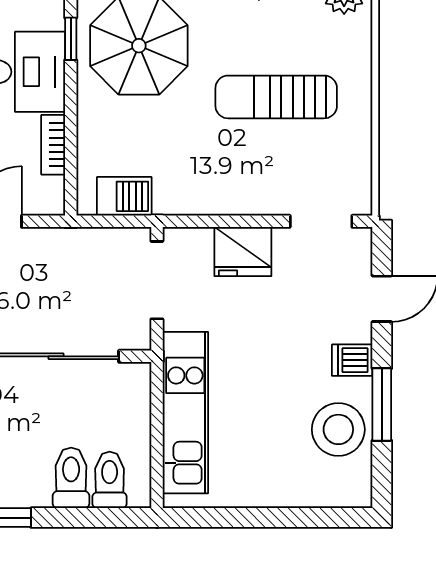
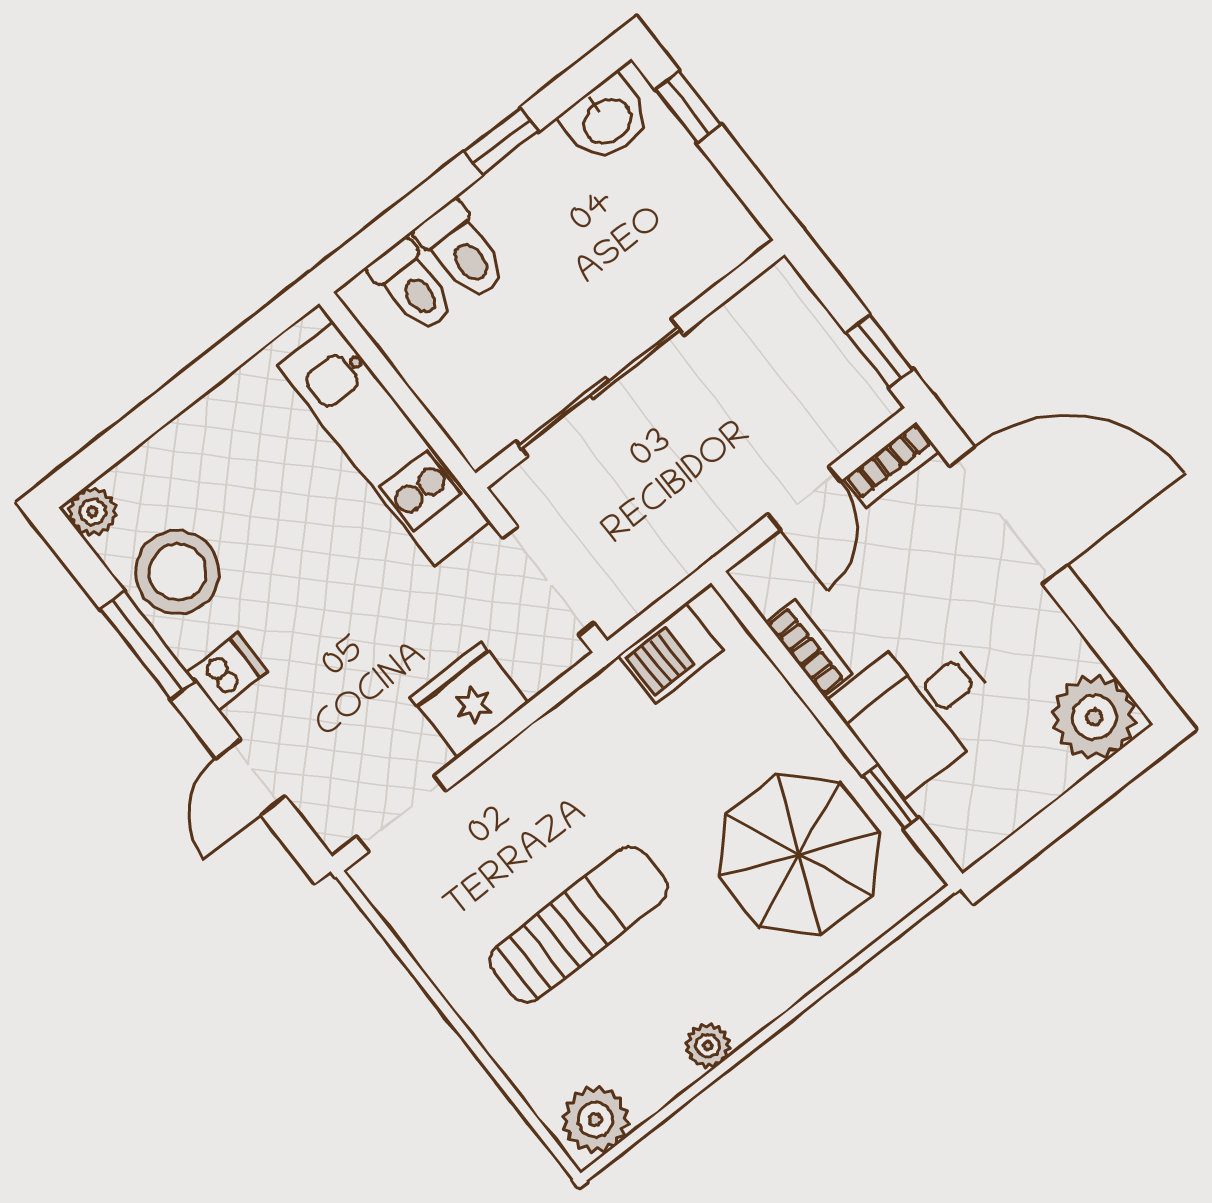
plant: (357, 493) -> (93, 512), added

